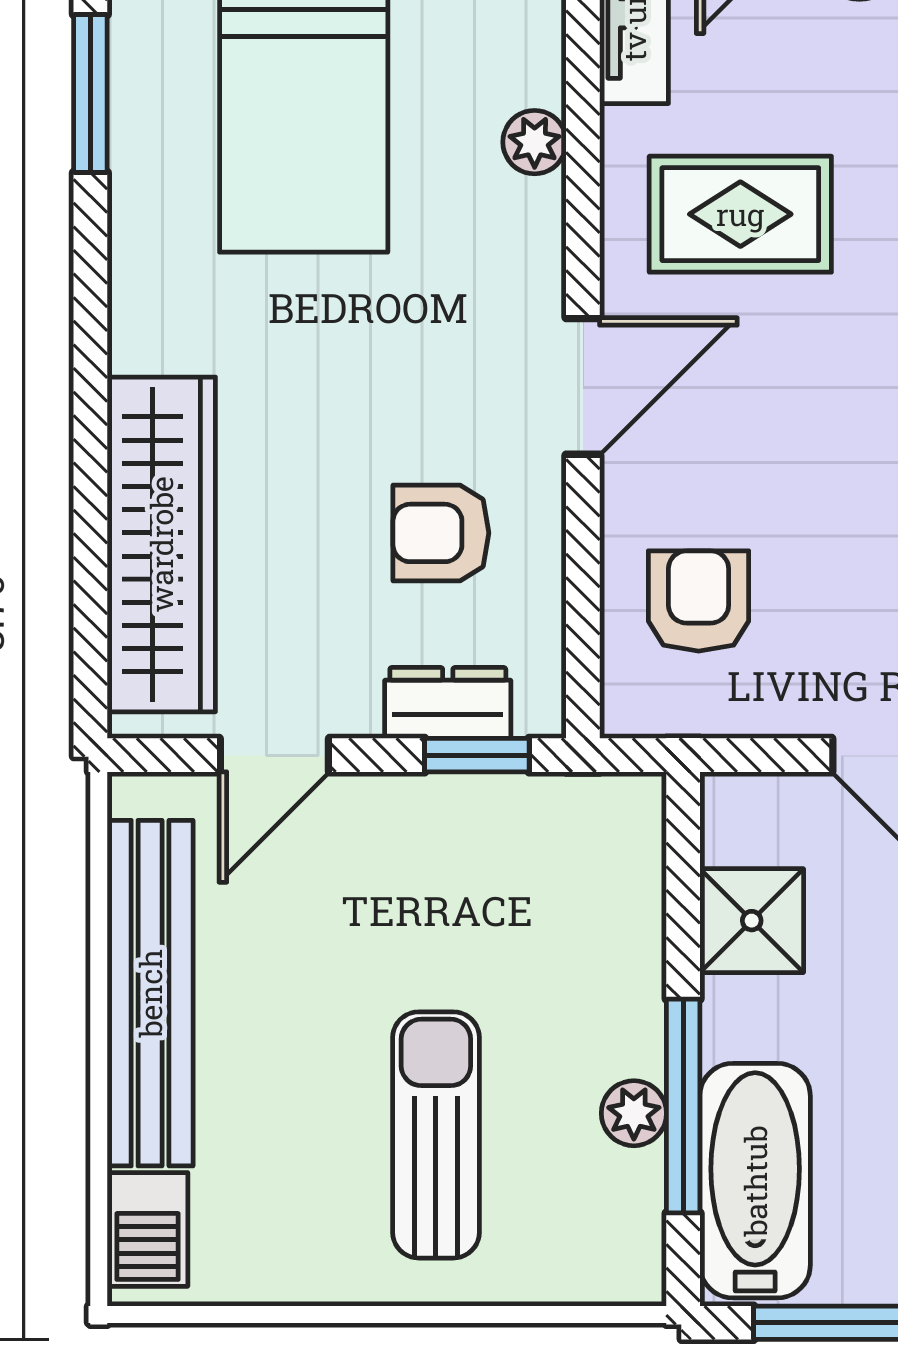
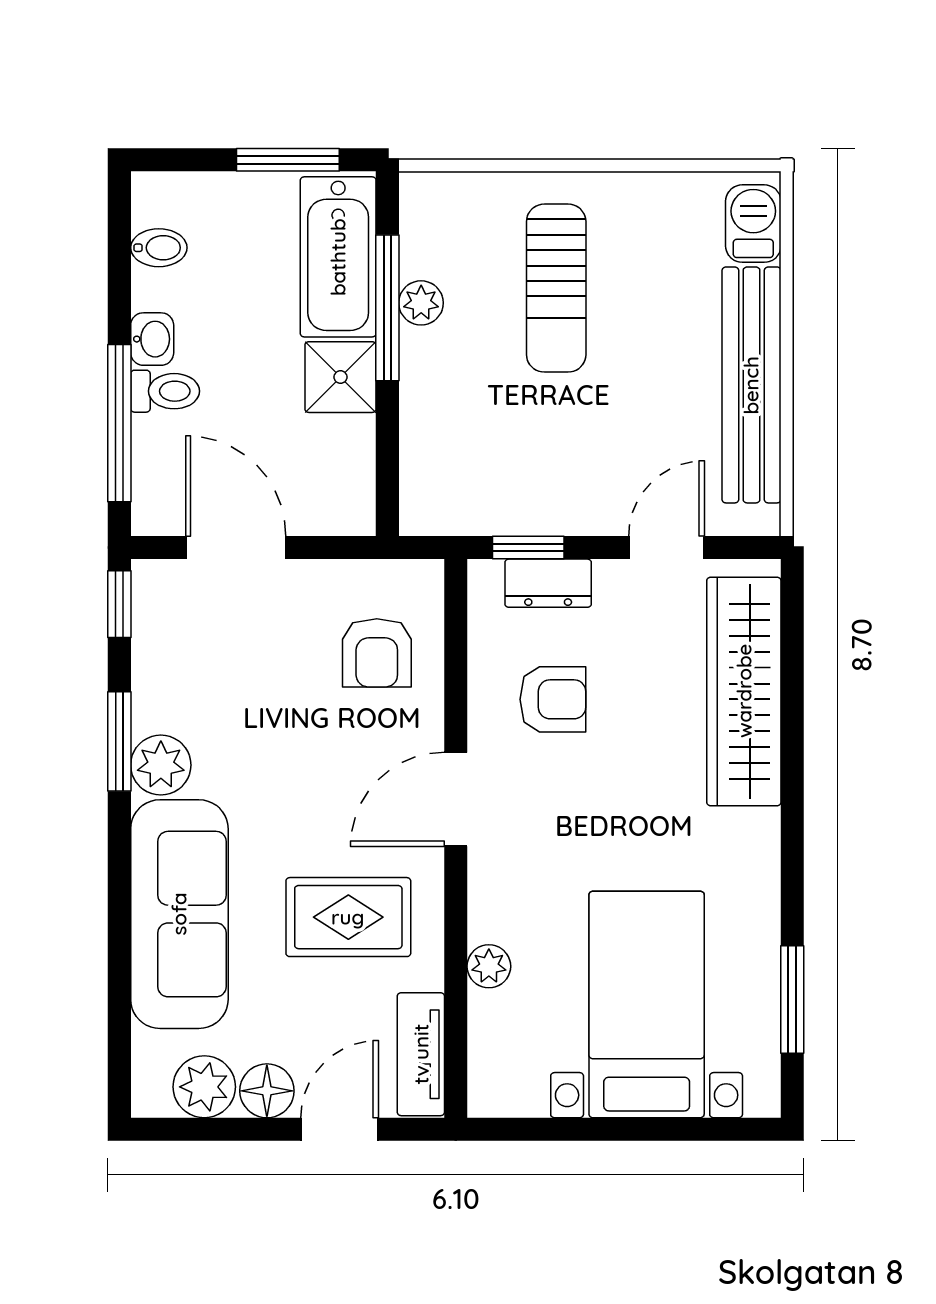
shower: (752, 921) -> (341, 377), moved

